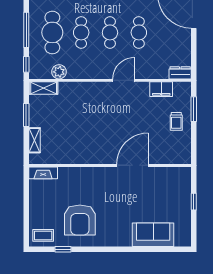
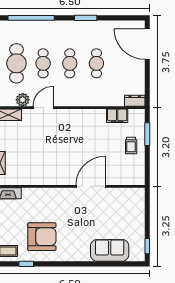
door: (124, 80) -> (43, 108), moved
window: (194, 202) -> (147, 246), moved
armchair: (80, 220) -> (42, 237), turned -90

